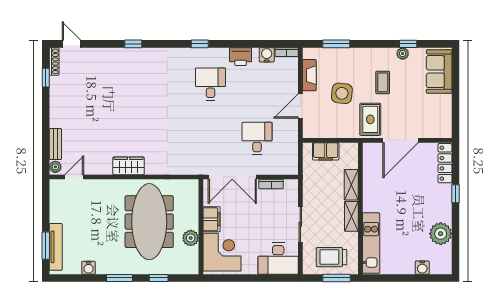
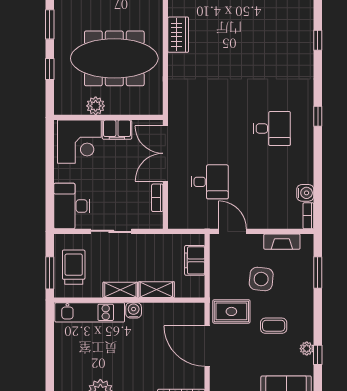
printer: (241, 57) -> (303, 163), removed
door: (300, 106) -> (232, 231), moved
water cooler: (422, 268) -> (134, 310), moved, turned 90

